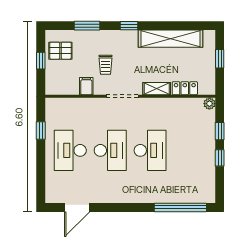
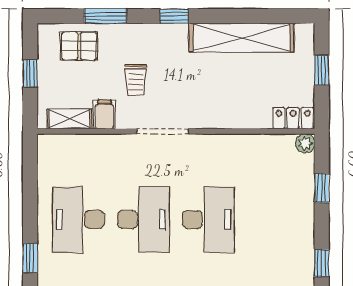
pallet: (60, 51) -> (79, 46), moved
locker: (185, 88) -> (293, 118), moved
shelving: (157, 89) -> (69, 119), moved
window: (41, 131) -> (30, 258), moved
window: (220, 158) -> (322, 263), moved

